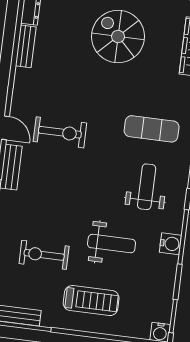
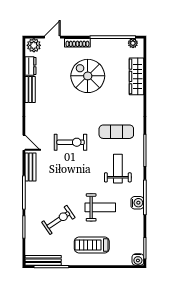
exercise bike: (60, 132) -> (71, 142), moved
exercise bike: (44, 255) -> (58, 220), turned 146
treadmill: (91, 301) -> (92, 245), turned 180

